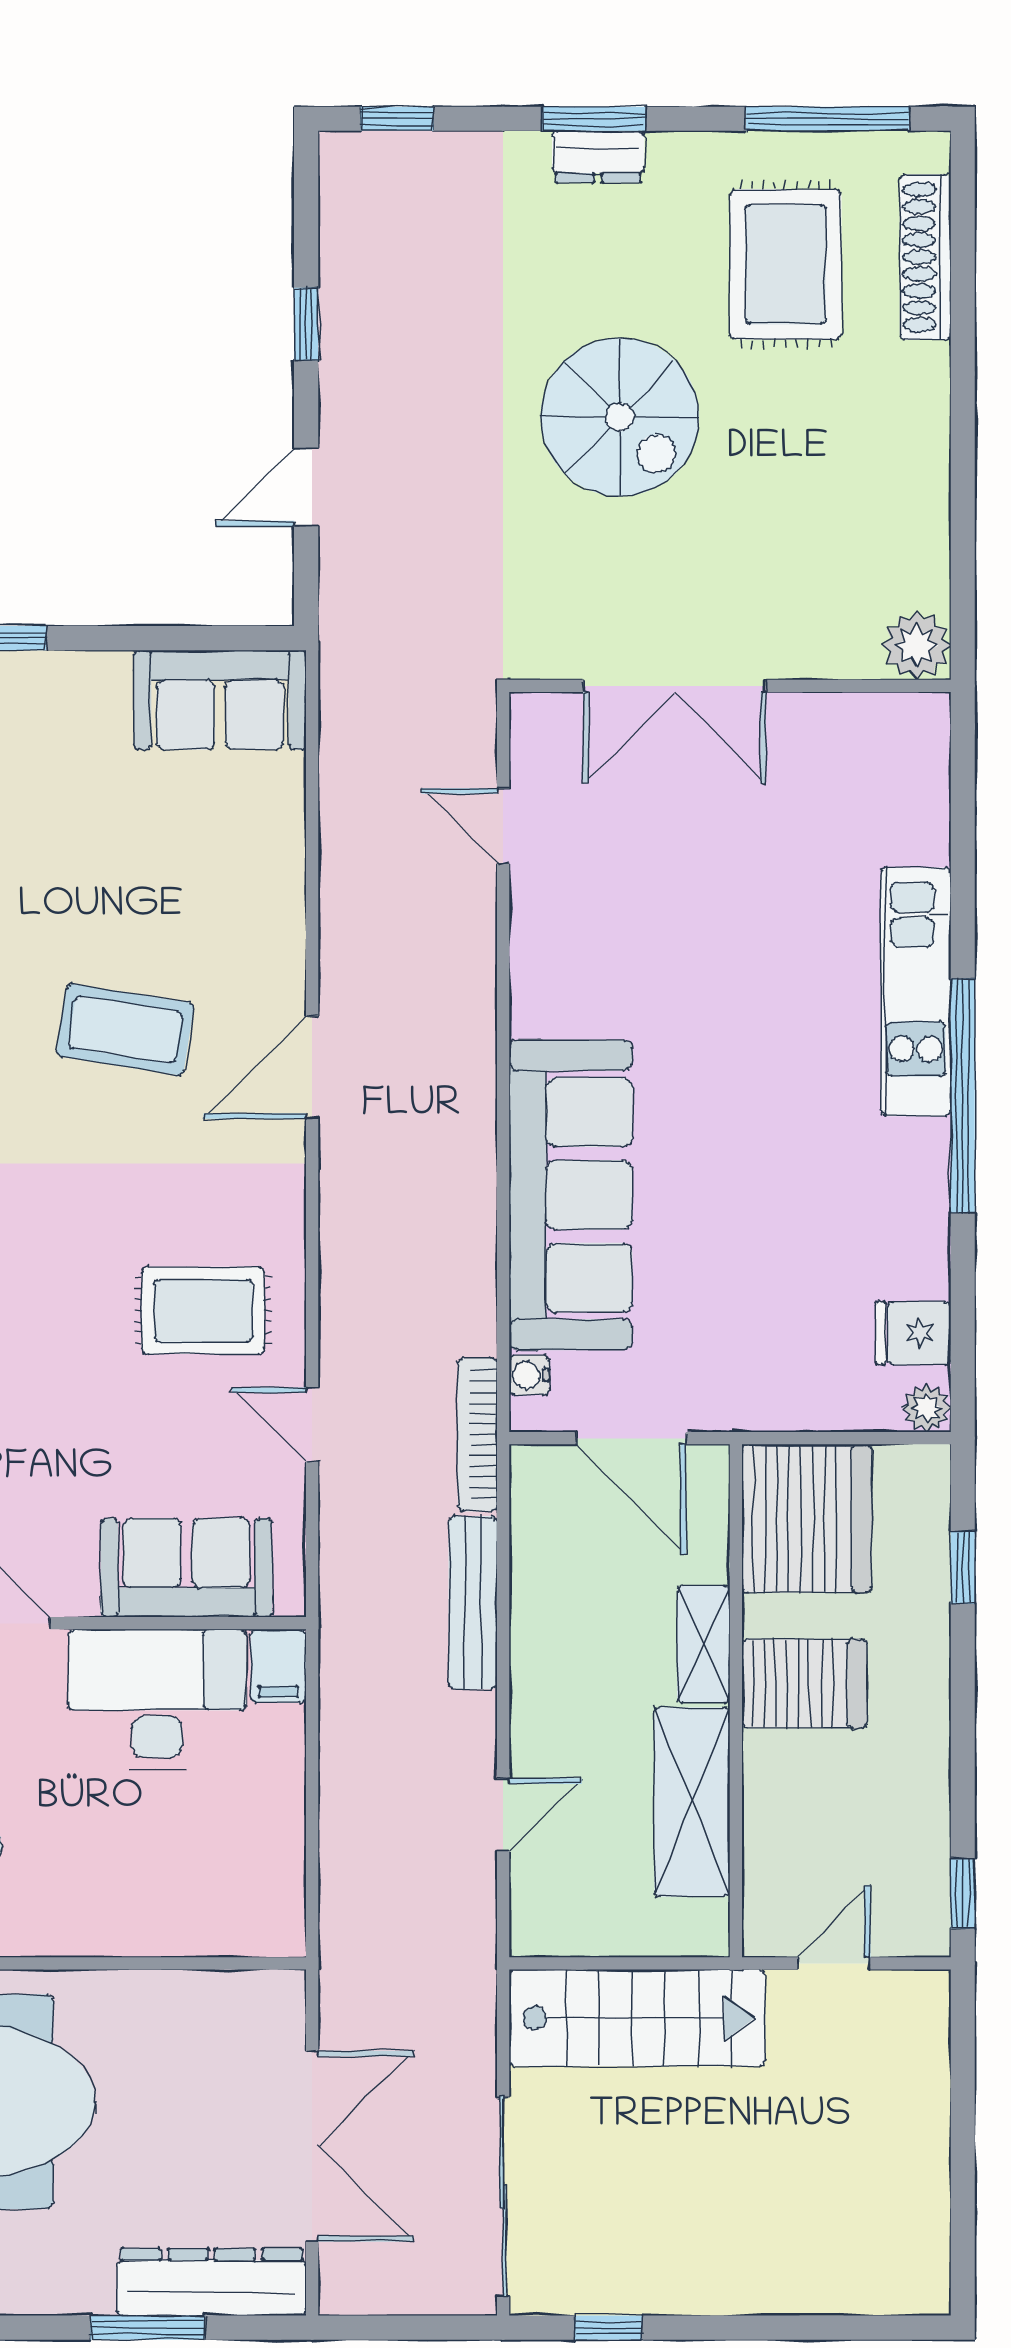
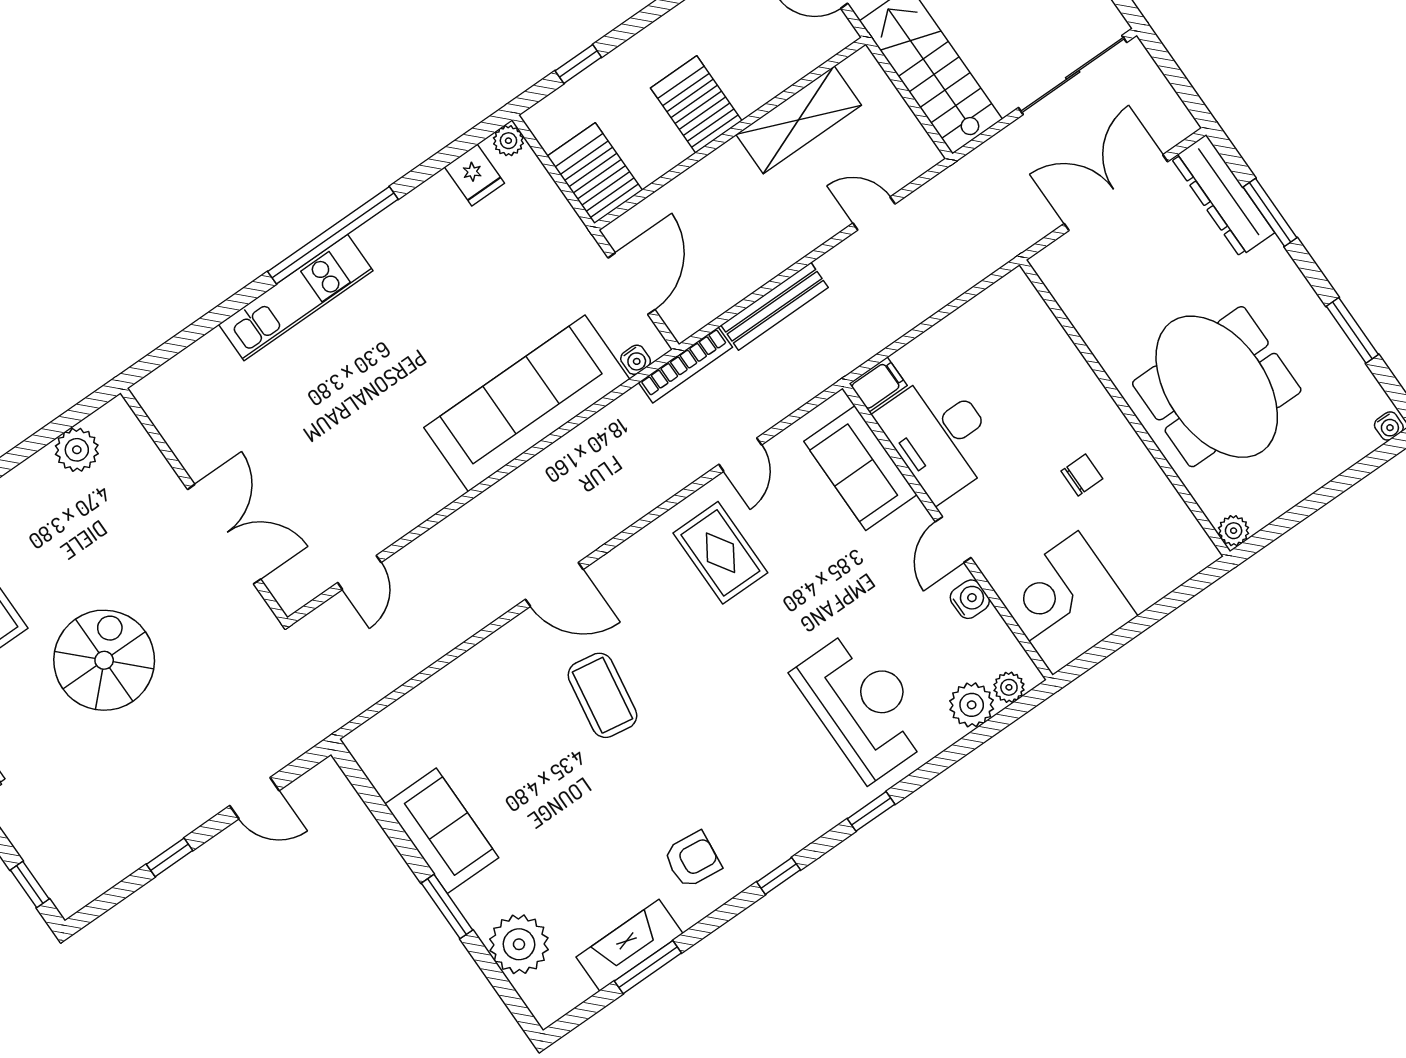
plant: (916, 646) -> (77, 450), moved
sofa: (220, 700) -> (442, 831), moved
server rack: (807, 1518) -> (595, 173), width x0.62
shelving: (704, 1644) -> (712, 171), removed

